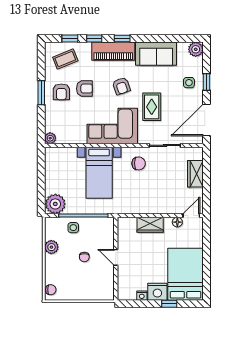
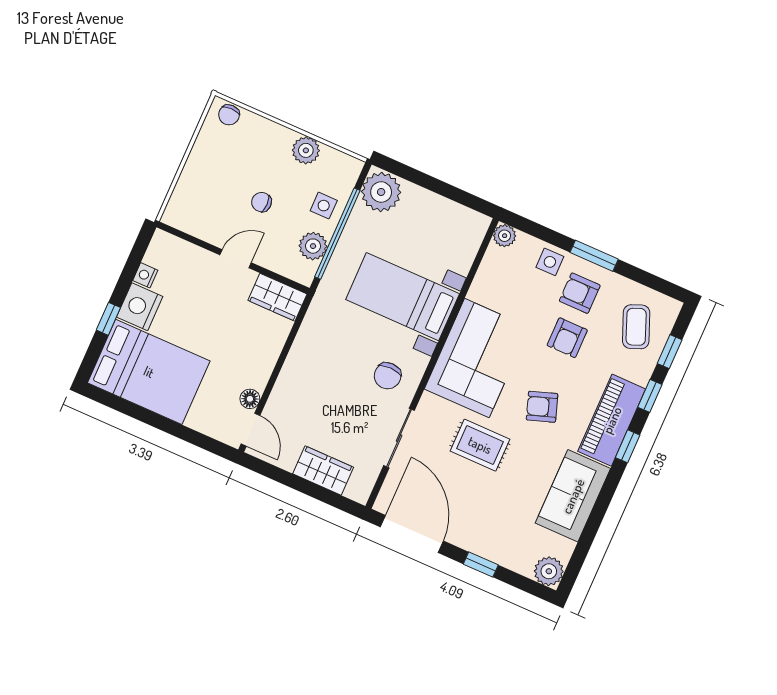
side table: (189, 83) -> (550, 262), moved
plant: (94, 224) -> (313, 246), added
wardrobe: (150, 225) -> (277, 297), moved, turned -90

